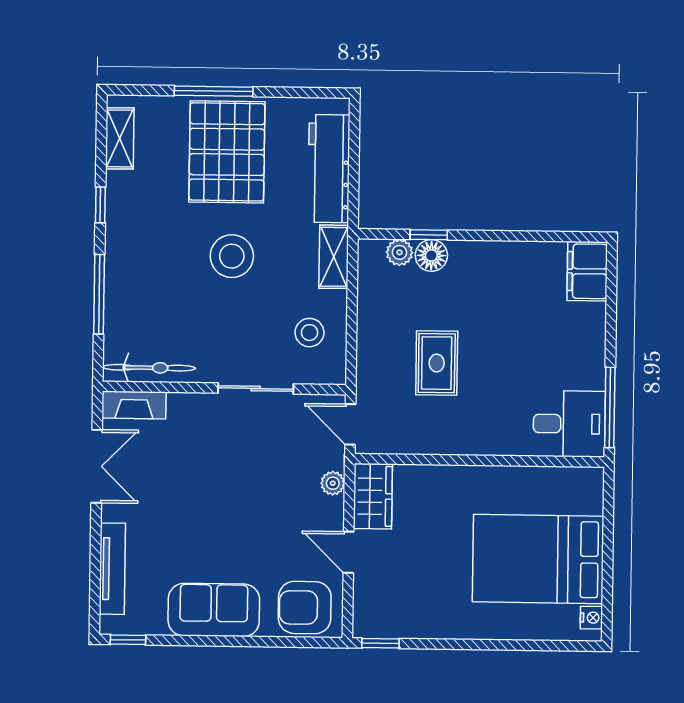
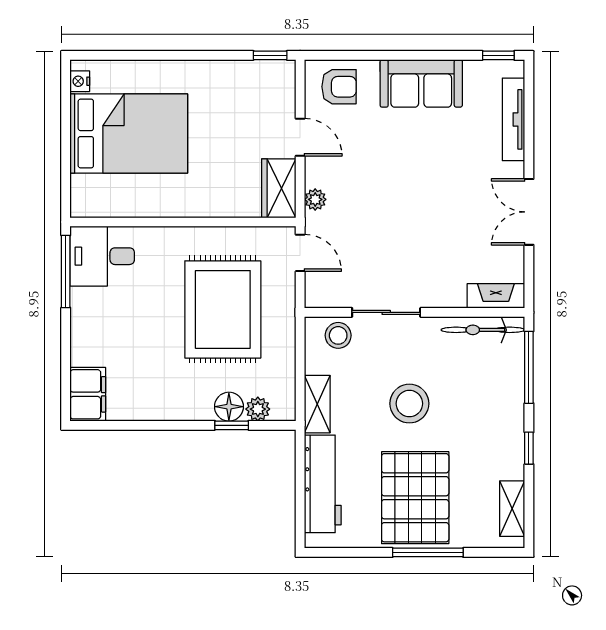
rug: (437, 363) -> (223, 309), width x1.86, depth x2.06
bicycle: (149, 368) -> (483, 330), moved
wall: (224, 388) -> (415, 312), moved
sliding door: (256, 389) -> (386, 312), moved
fireplace: (134, 405) -> (496, 296), moved
armchair: (305, 608) -> (339, 87), width x0.72, depth x0.72

